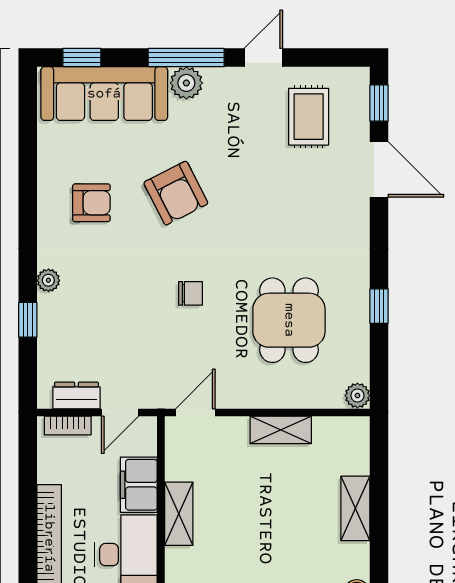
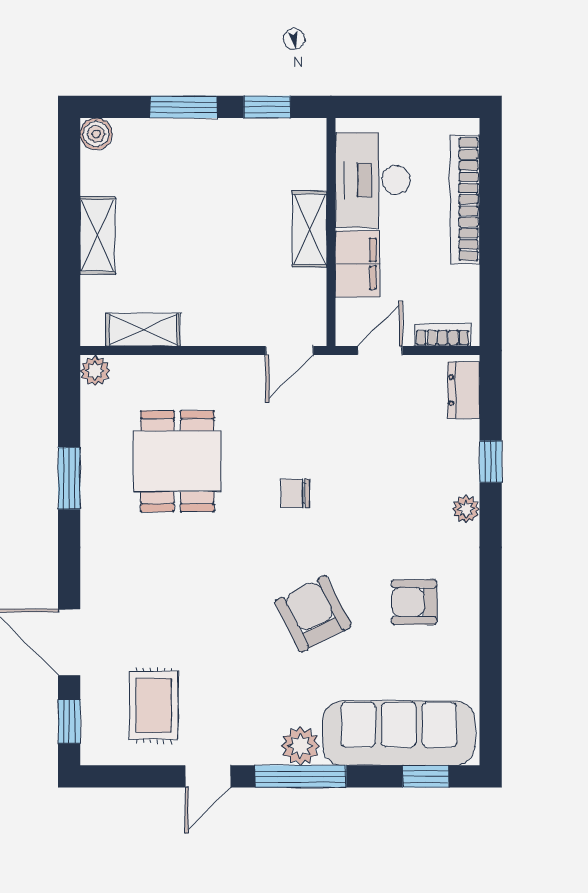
window: (379, 306) -> (69, 478), width x1.50
dresser: (76, 396) -> (464, 390), moved, turned 90
shelving: (281, 430) -> (143, 330), moved

